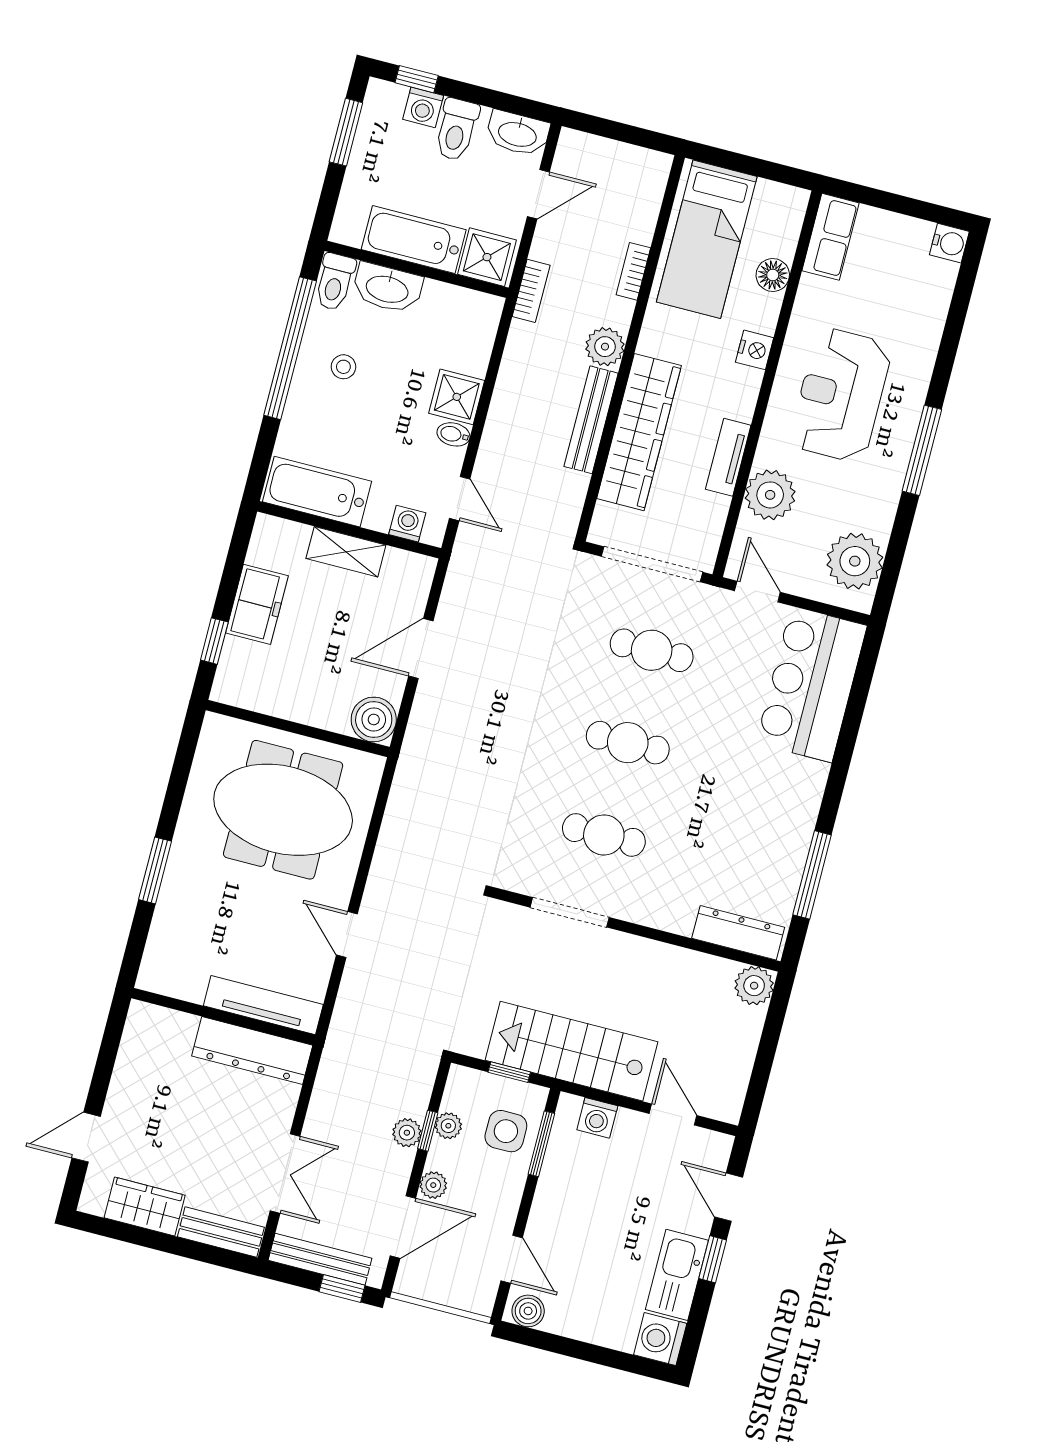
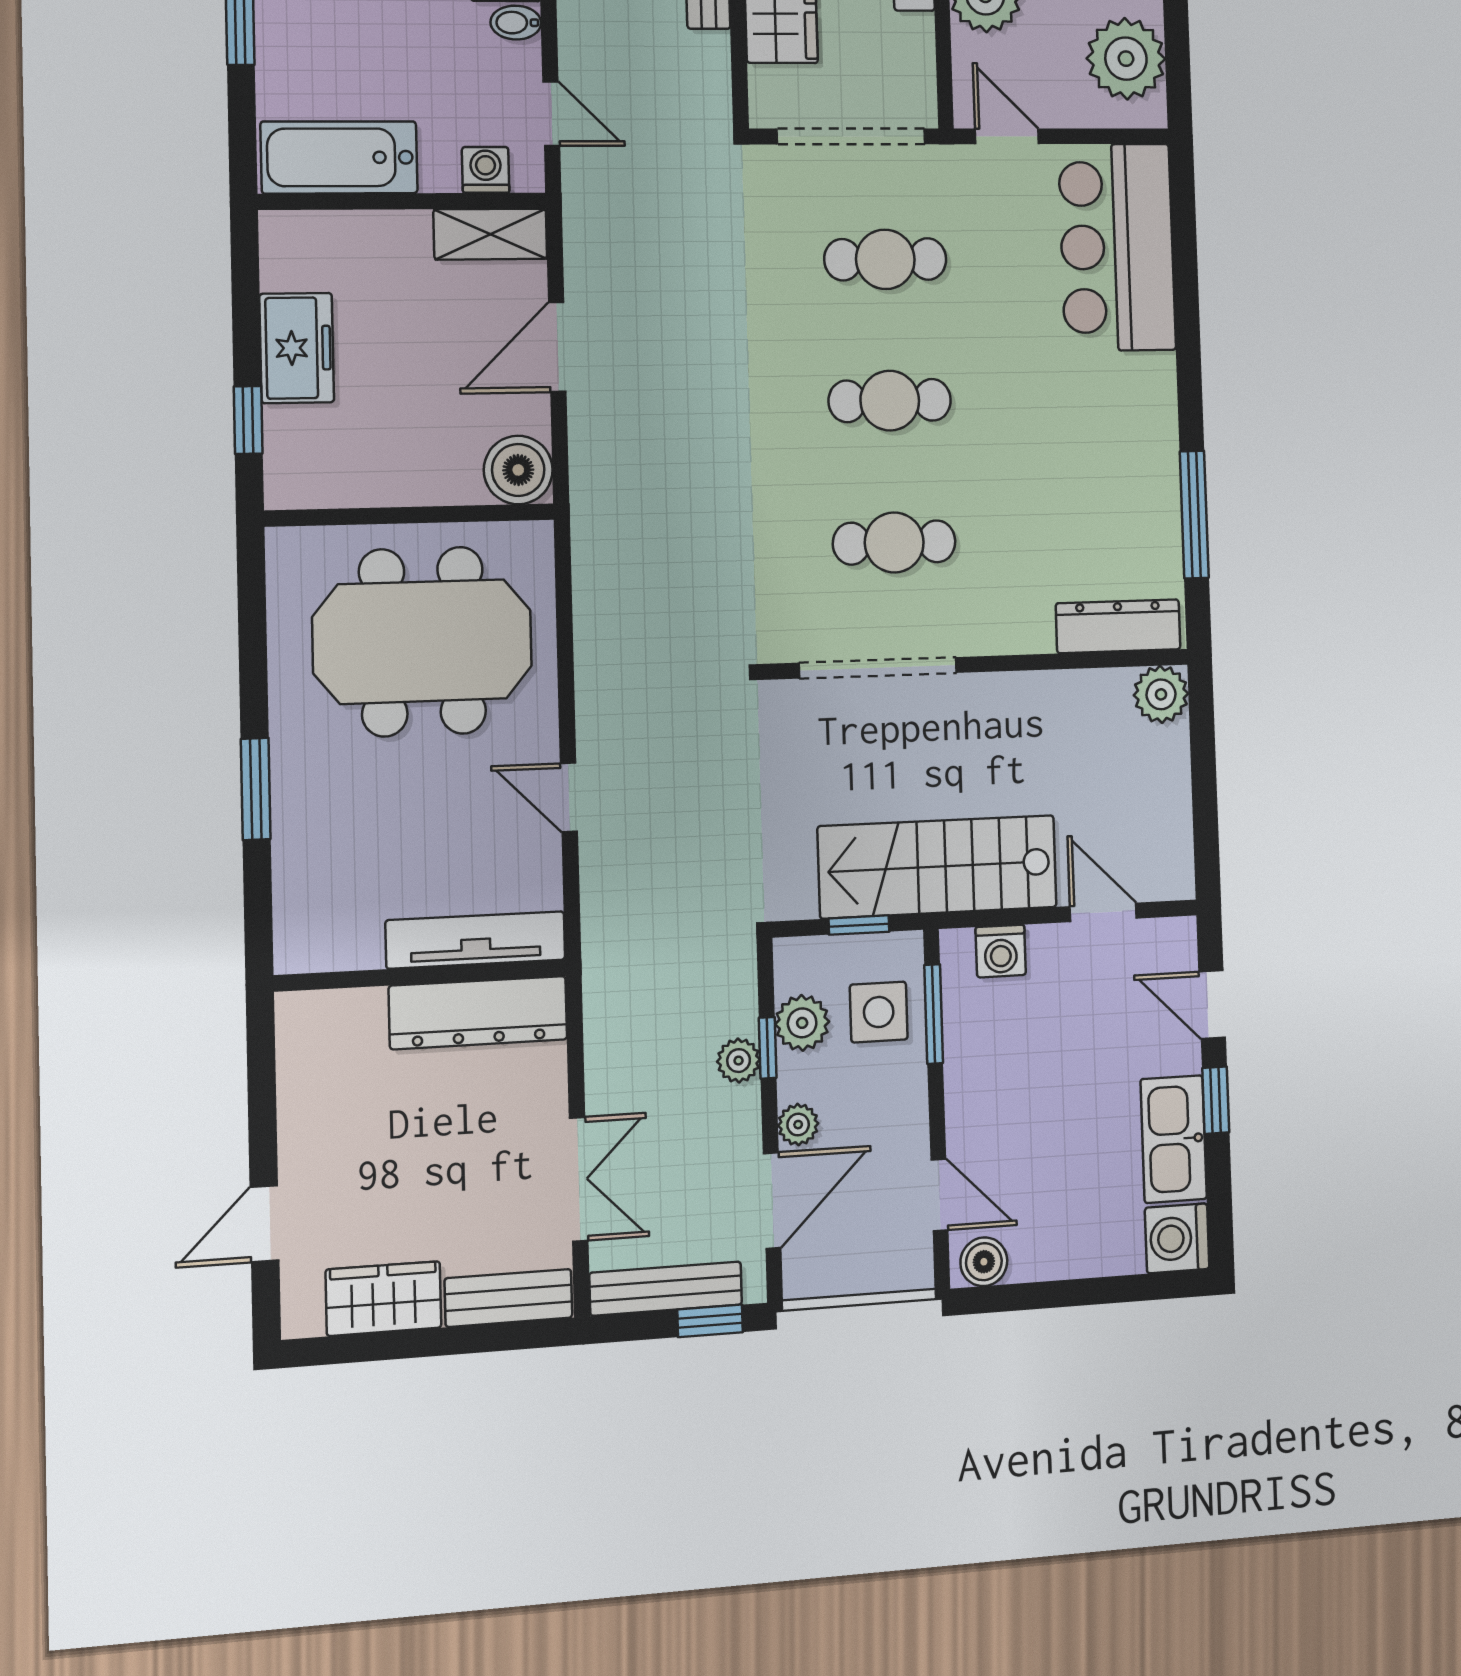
shelving: (346, 552) -> (490, 234), moved
doorway: (570, 912) -> (878, 668), width x1.36
plant: (448, 1126) -> (802, 1023), width x1.38, depth x1.38

